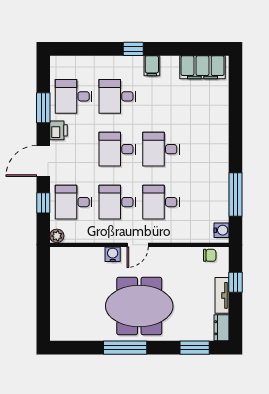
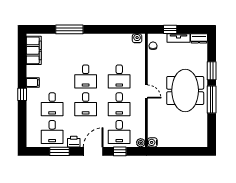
door: (43, 161) -> (93, 151), swing flipped
window: (236, 194) -> (69, 29), moved
water cooler: (113, 254) -> (152, 142), moved
window: (195, 348) -> (212, 71), moved

